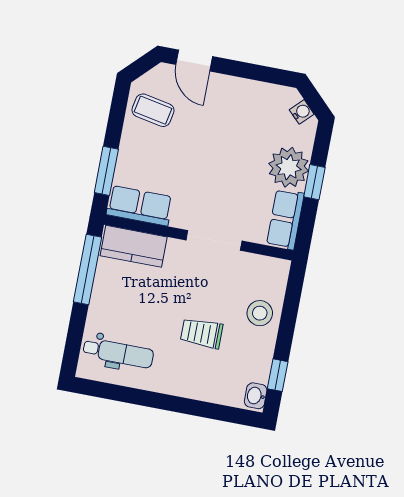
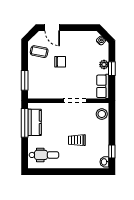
chair: (197, 143) -> (60, 62), added
plant: (289, 167) -> (104, 65), width x0.53, depth x0.53
row of seats: (140, 206) -> (41, 92), removed
kitchen counter: (134, 246) -> (34, 122), moved, turned -90
stool: (260, 313) -> (102, 114), moved

